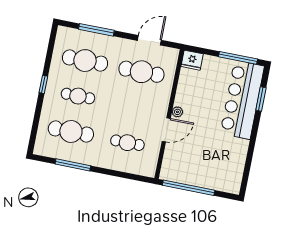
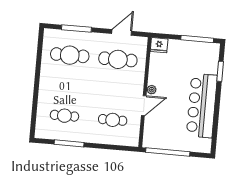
window: (43, 84) -> (37, 79), removed
cafe table: (78, 96) -> (67, 85), removed
bar counter: (242, 100) -> (202, 106), moved
cafe table: (71, 132) -> (64, 116), width x0.73, depth x0.74

